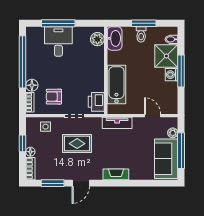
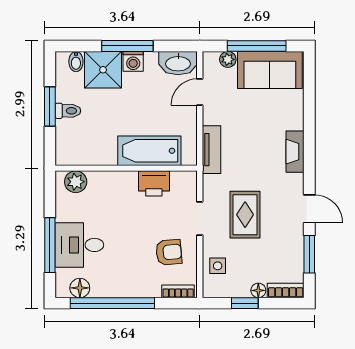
washbasin: (115, 38) -> (178, 63), moved, turned 180
floor lamp: (32, 85) -> (80, 288), moved
armchair: (54, 97) -> (169, 252), turned -95
printer: (96, 102) -> (154, 183), moved

